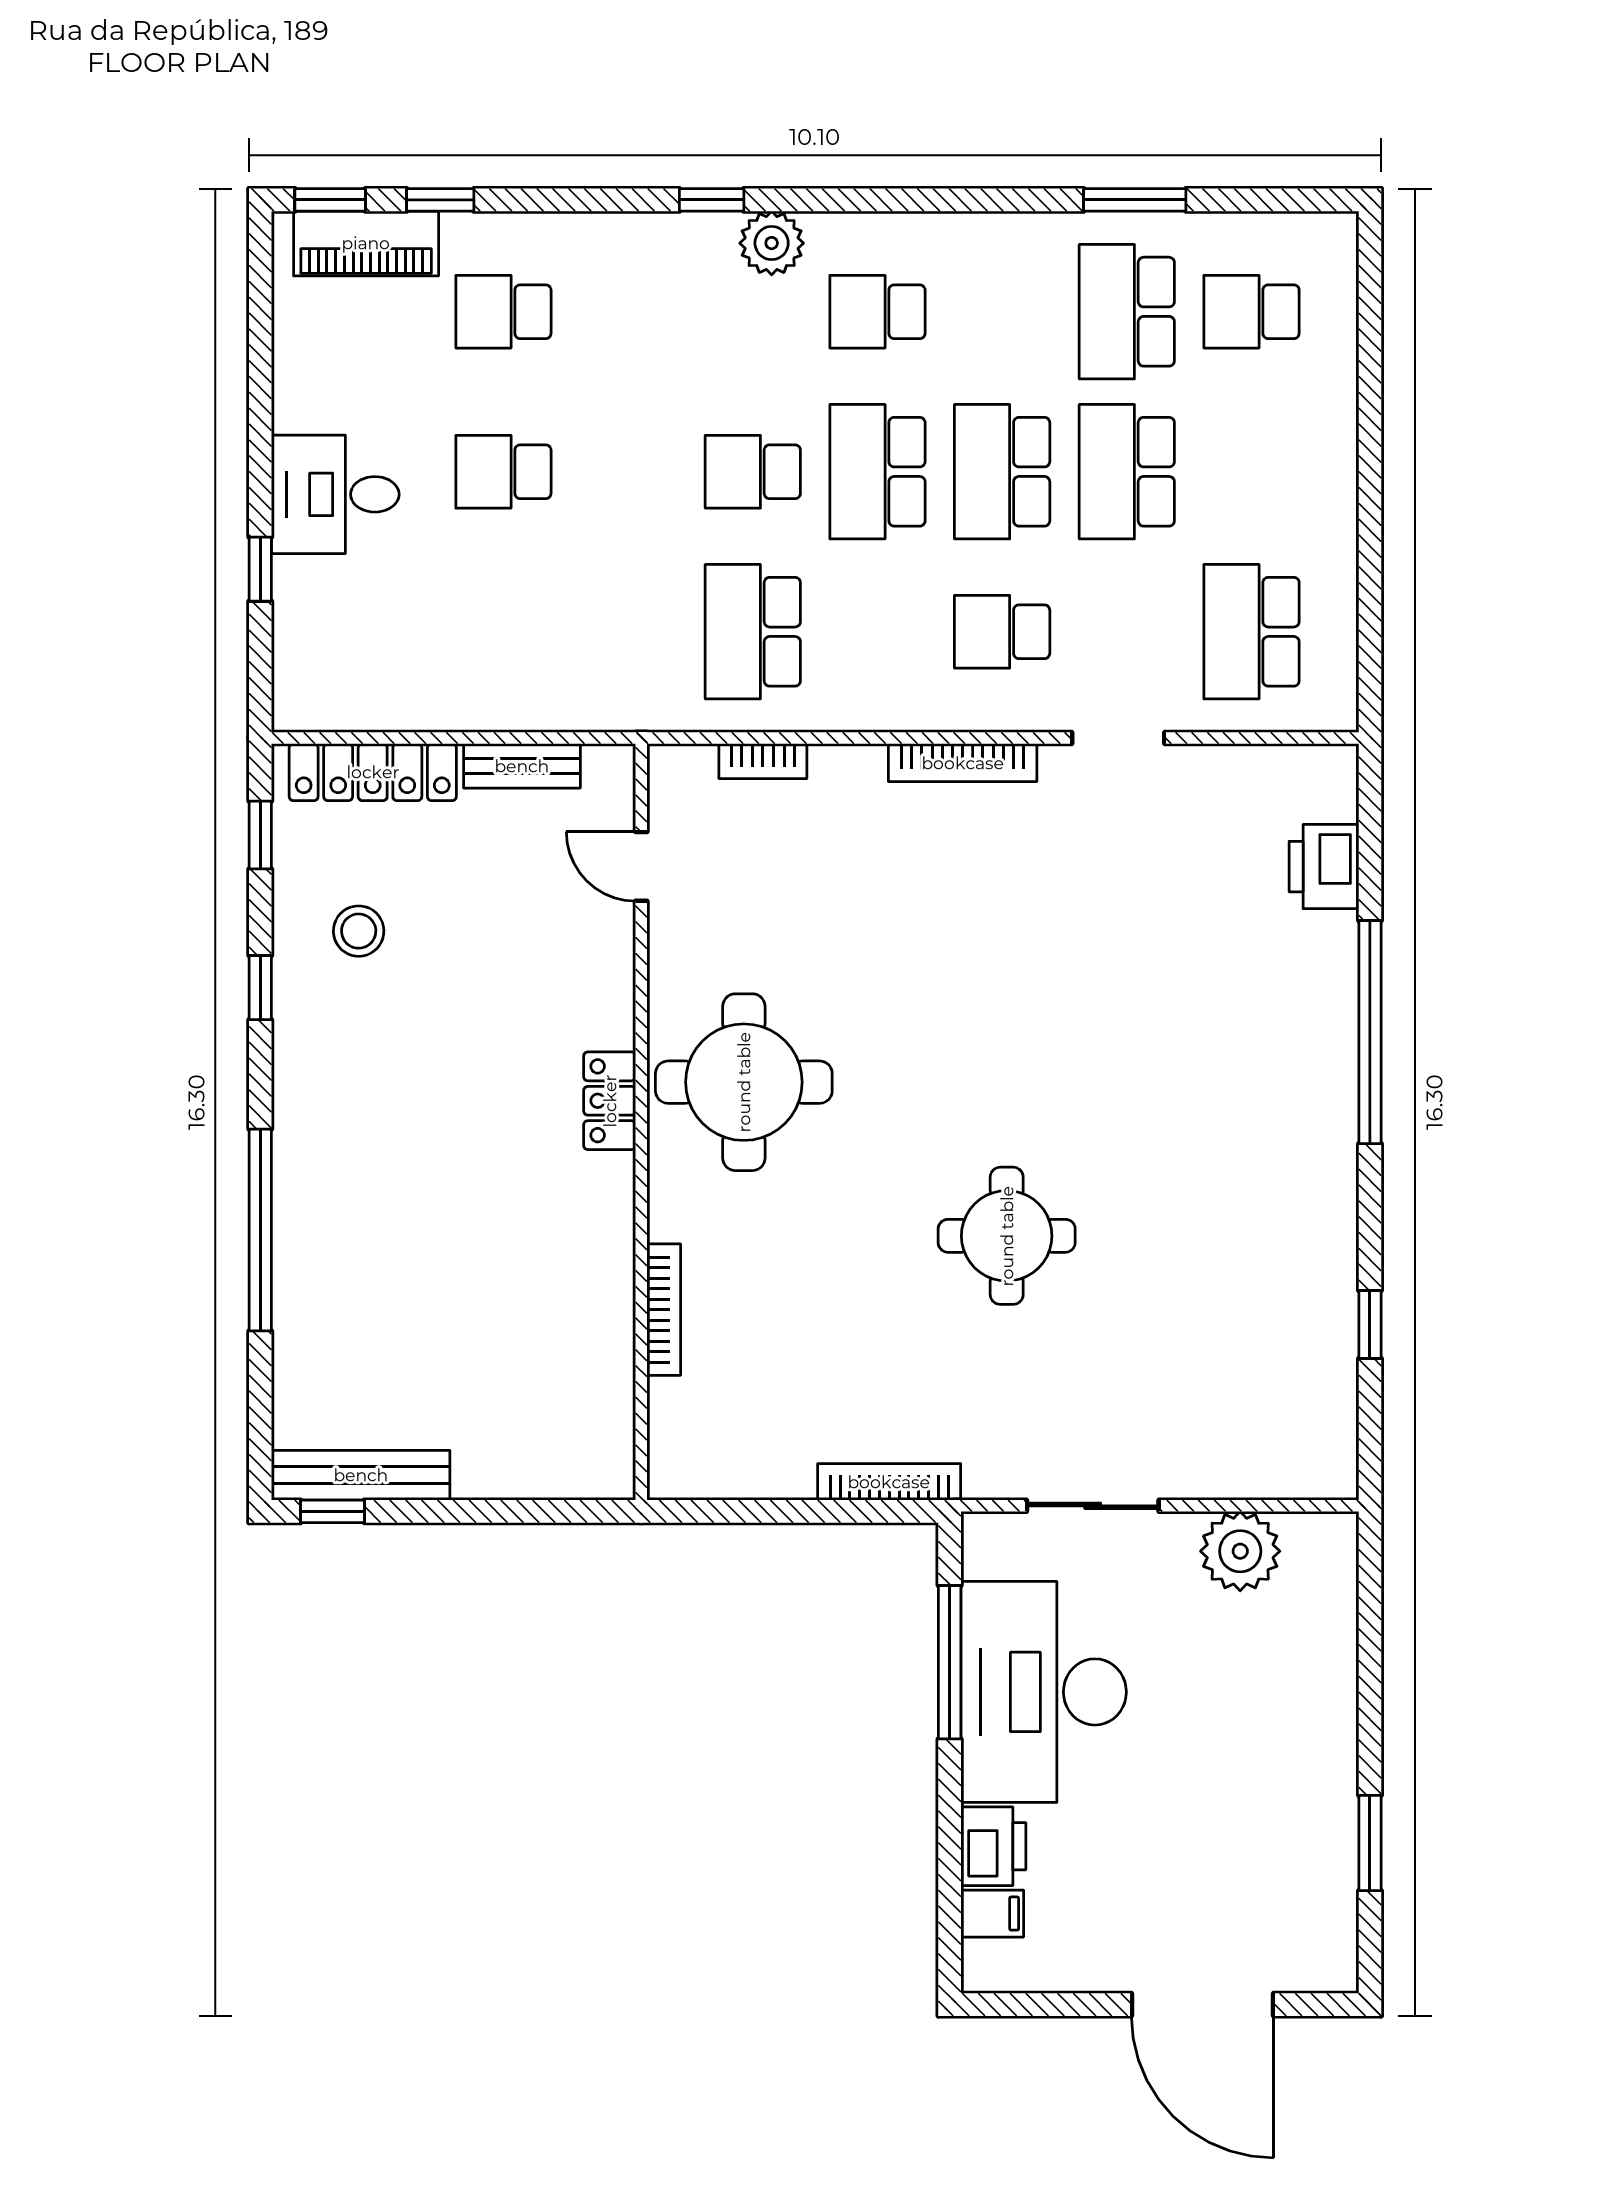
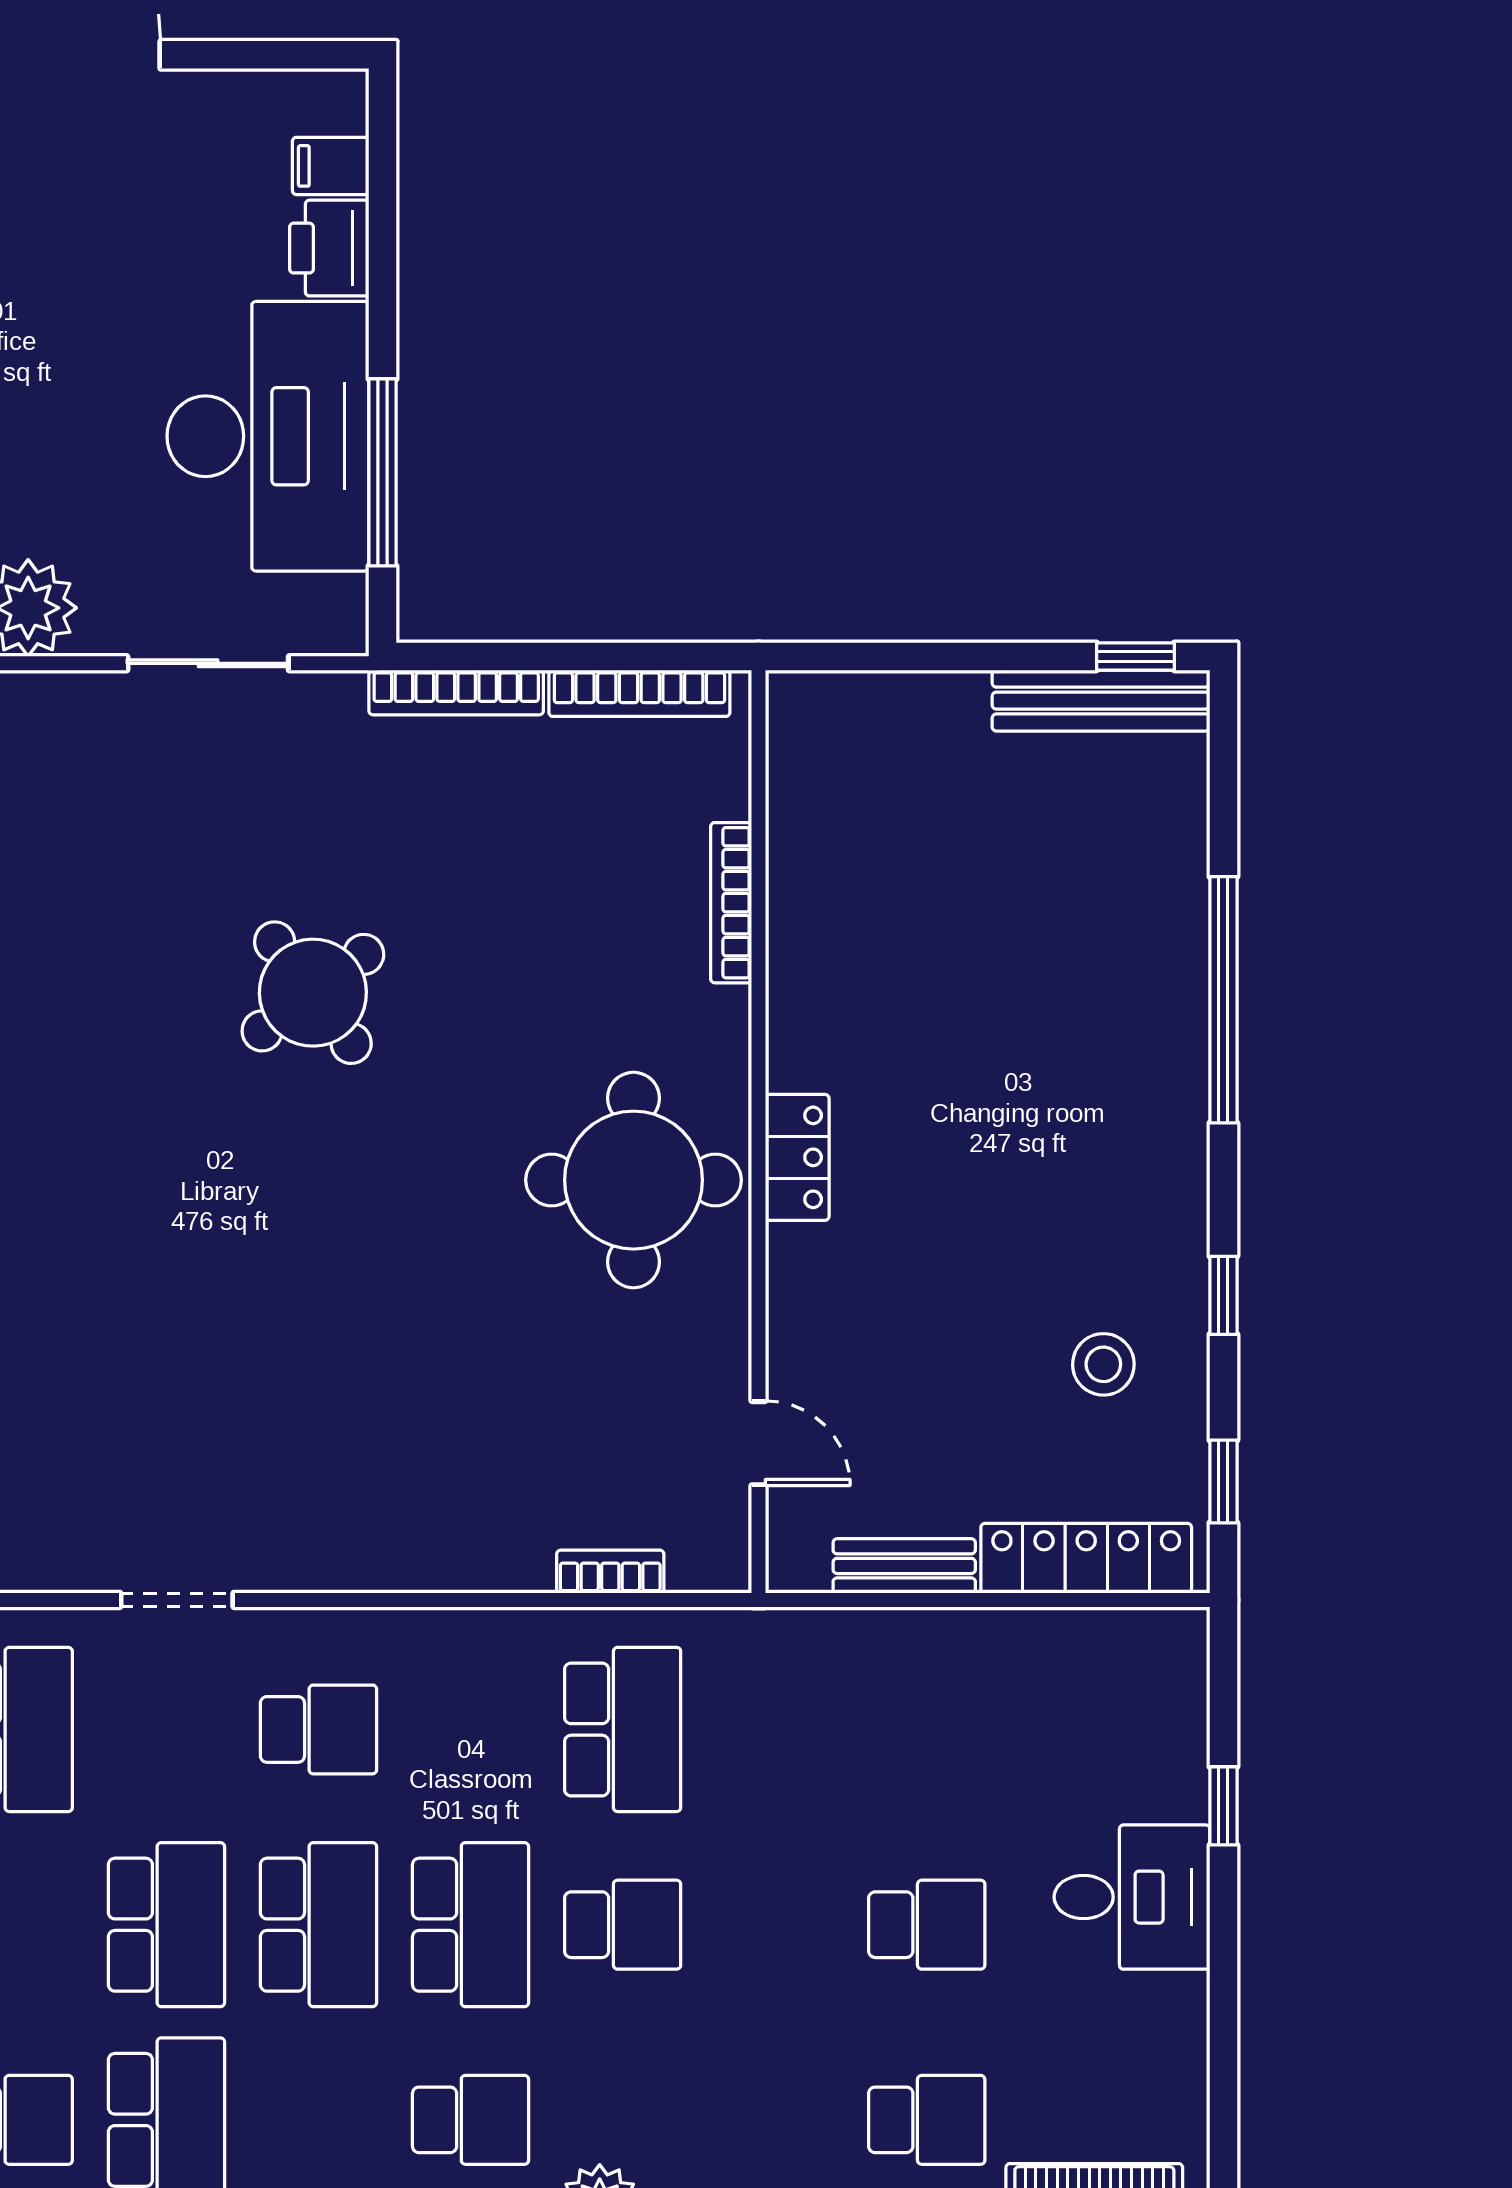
bookcase: (963, 763) -> (639, 693), moved, turned 180
round table: (1007, 1236) -> (313, 993), turned -37

